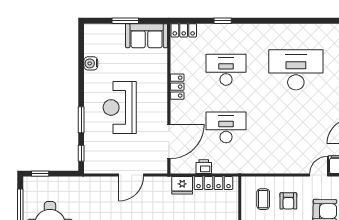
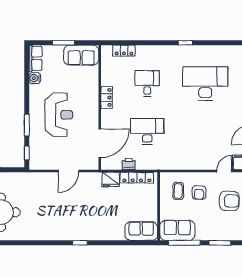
window: (223, 21) -> (185, 43), moved
locker: (184, 30) -> (124, 51), moved
row of seats: (92, 40) -> (35, 58), added
desk: (226, 70) -> (147, 83), width x0.73
reception desk: (120, 107) -> (59, 115), turned 180

